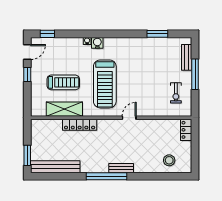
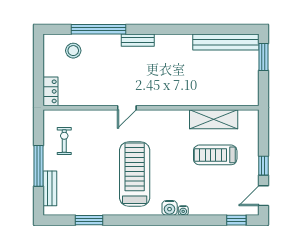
treadmill: (105, 84) -> (135, 174), moved
locker: (80, 125) -> (193, 98), removed
window: (107, 176) -> (98, 29), moved

